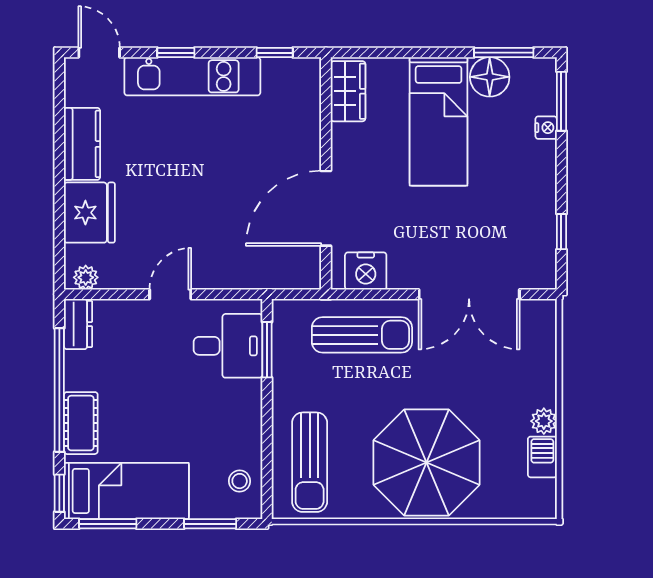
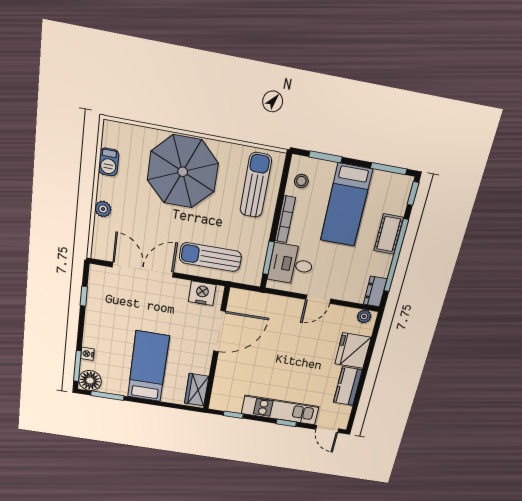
floor lamp: (490, 77) -> (90, 381), moved
bookcase: (253, 417) -> (285, 219), added
plant: (544, 421) -> (103, 209), moved
bed: (126, 491) -> (346, 205), moved, turned -90

